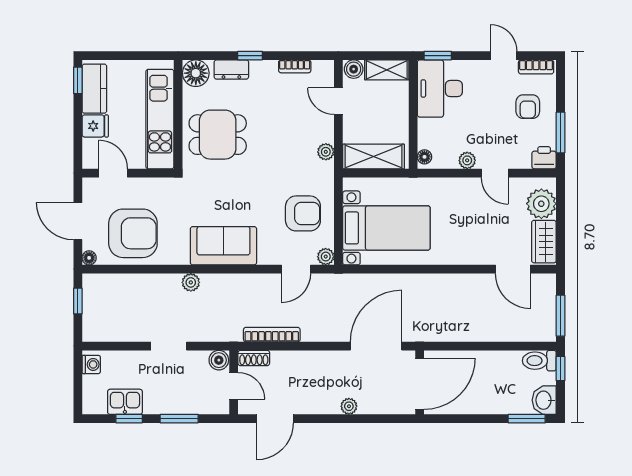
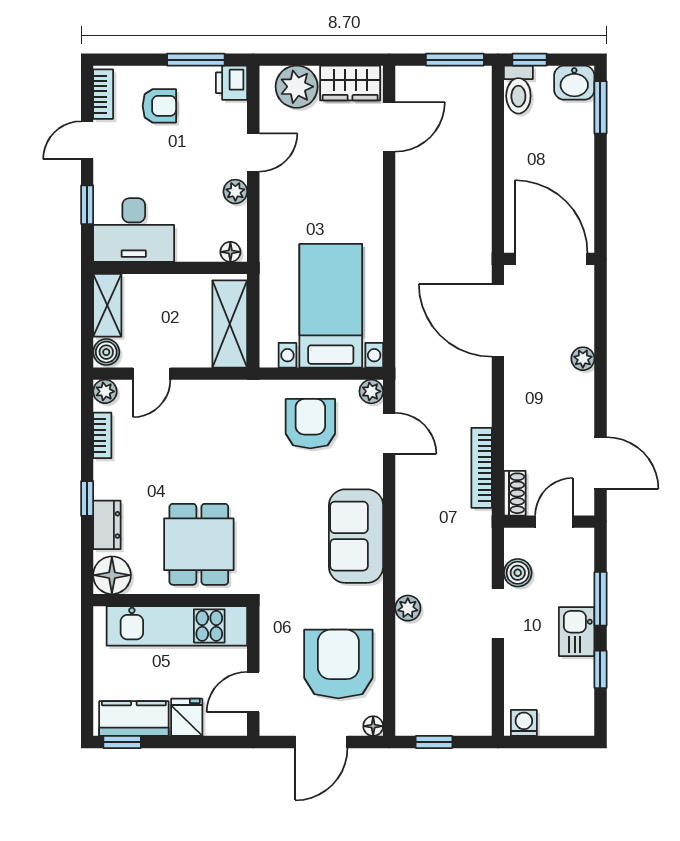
window: (438, 56) -> (87, 205), moved
plant: (326, 152) -> (105, 391), moved
plant: (191, 282) -> (408, 608), moved
boiler: (219, 360) -> (518, 573), moved
kitchen sink: (125, 402) -> (577, 632), moved

